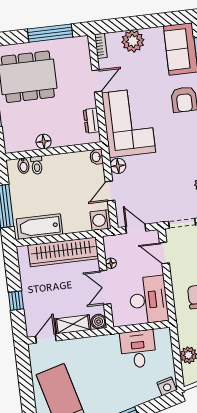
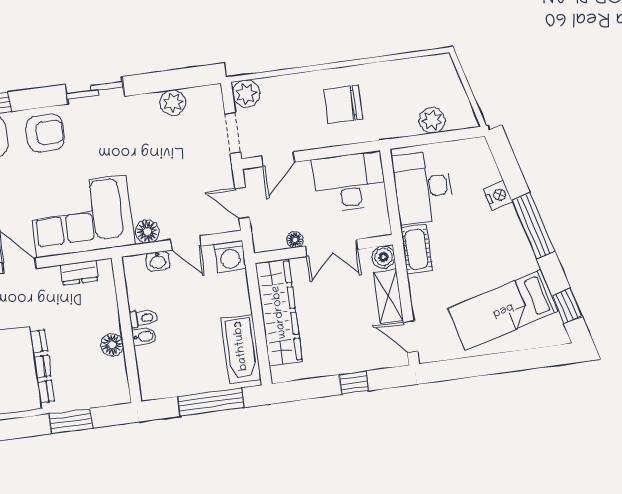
washbasin: (96, 157) -> (158, 261), moved
toilet: (37, 165) -> (143, 318), moved
bidet: (23, 166) -> (144, 337), moved
door: (136, 229) -> (242, 203), hinge flipped
cot: (103, 343) -> (416, 249), added
desk: (138, 349) -> (423, 187), width x1.37
nightstand: (167, 386) -> (498, 195), moved

